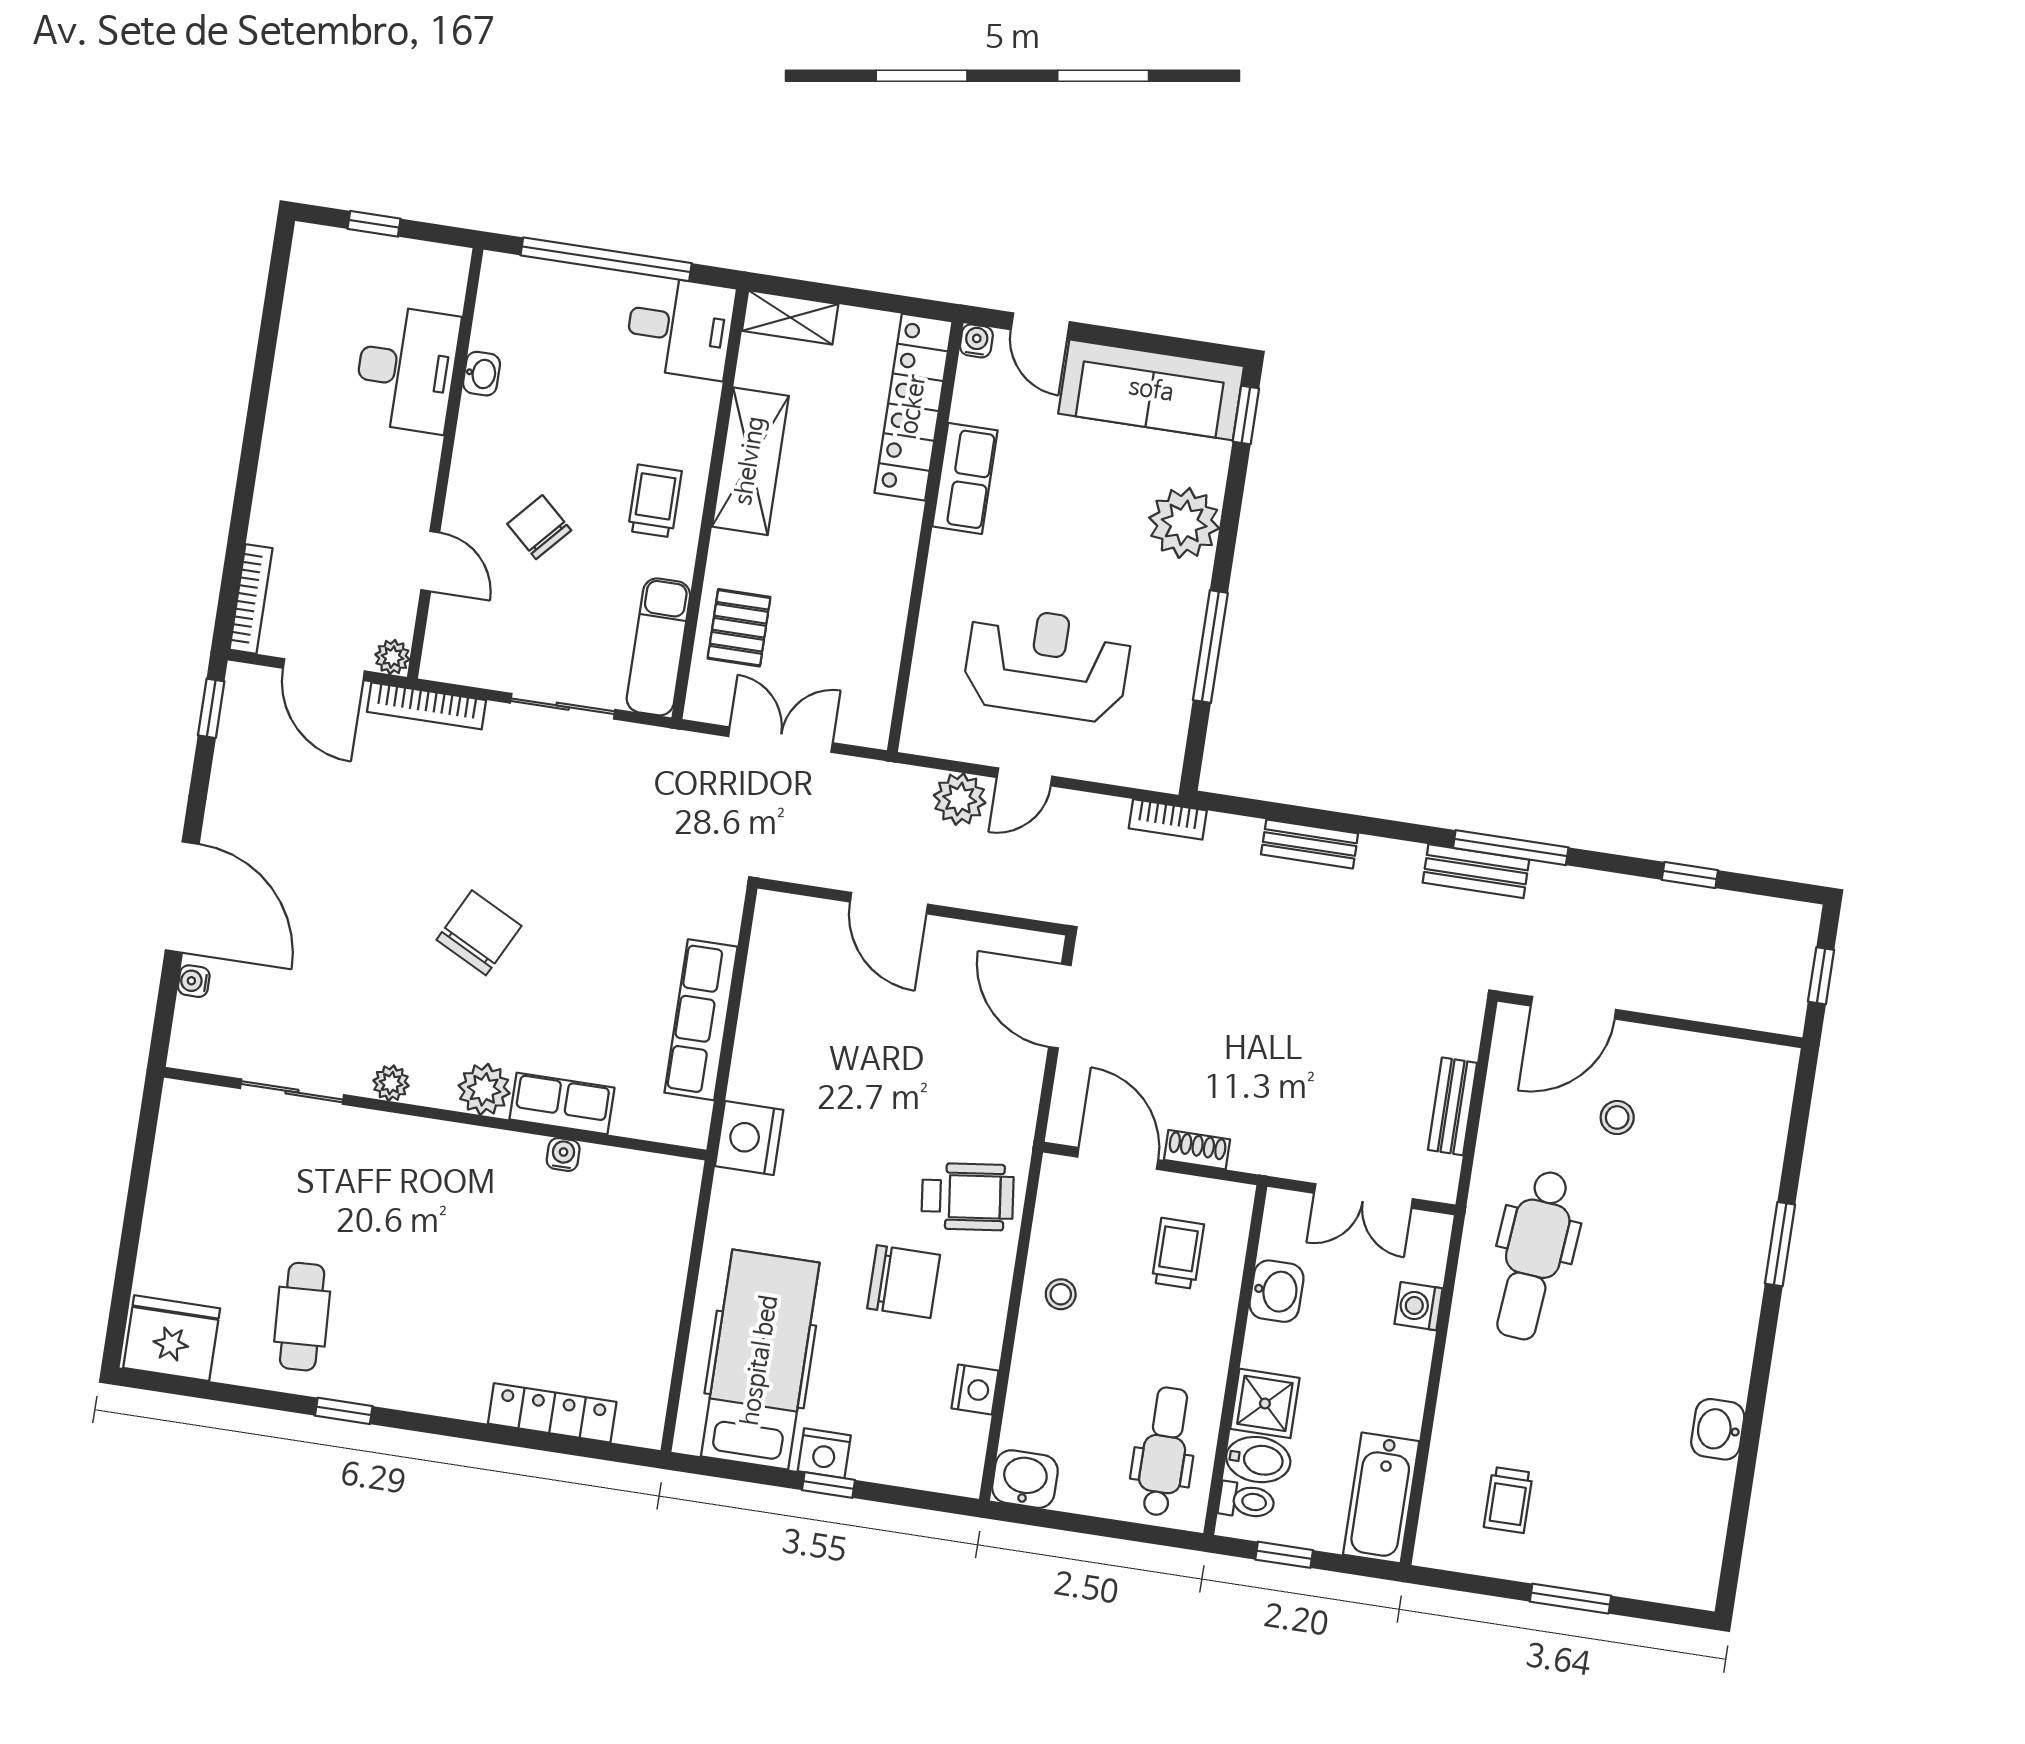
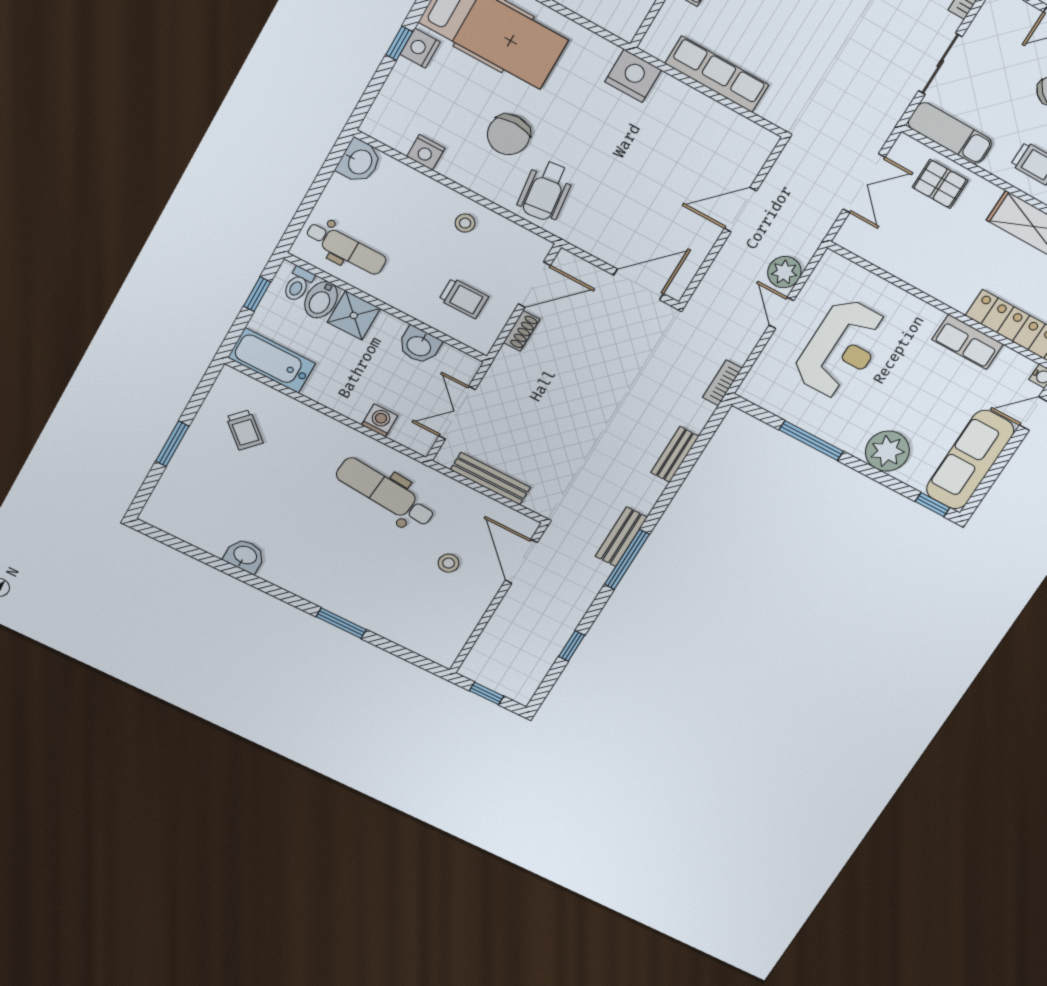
bench: (1452, 1106) -> (490, 479), width x1.36
trolley: (1508, 1500) -> (245, 430), turned -137

